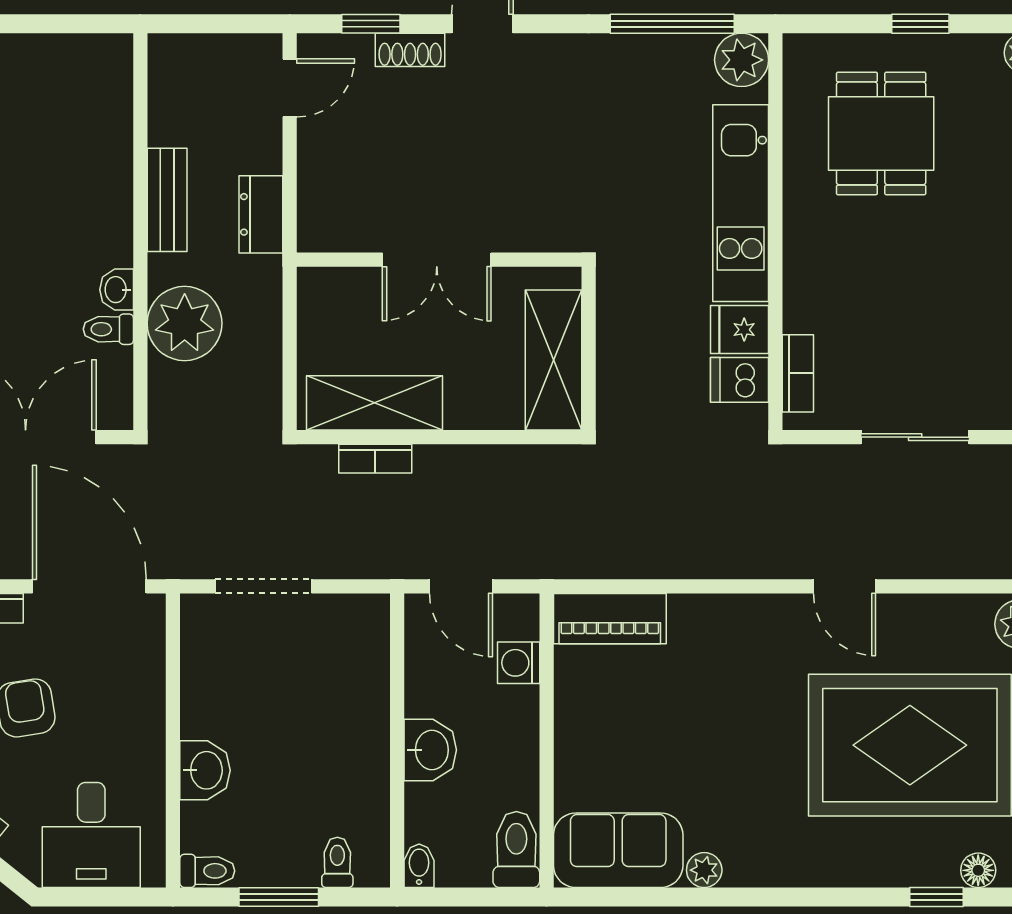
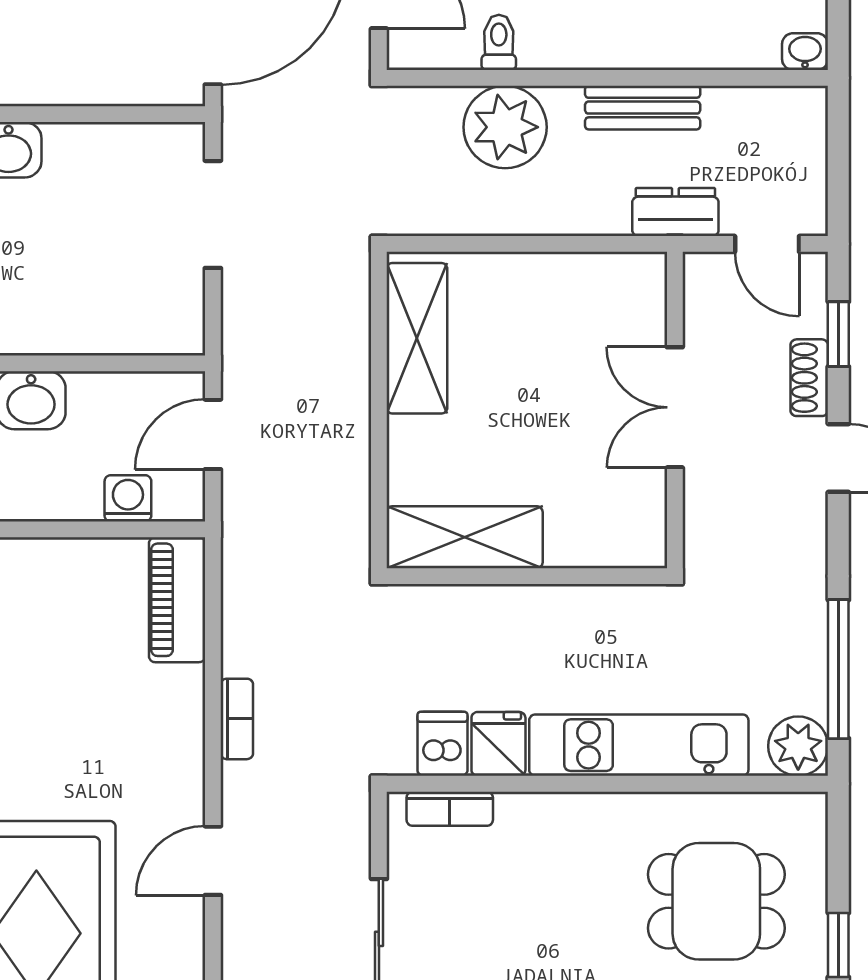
dresser: (261, 214) -> (675, 212), moved
double door: (437, 260) -> (675, 407), moved
wall: (439, 260) -> (675, 410), moved
washbasin: (117, 290) -> (805, 52), moved
bookcase: (375, 459) -> (237, 719), moved, turned 180

